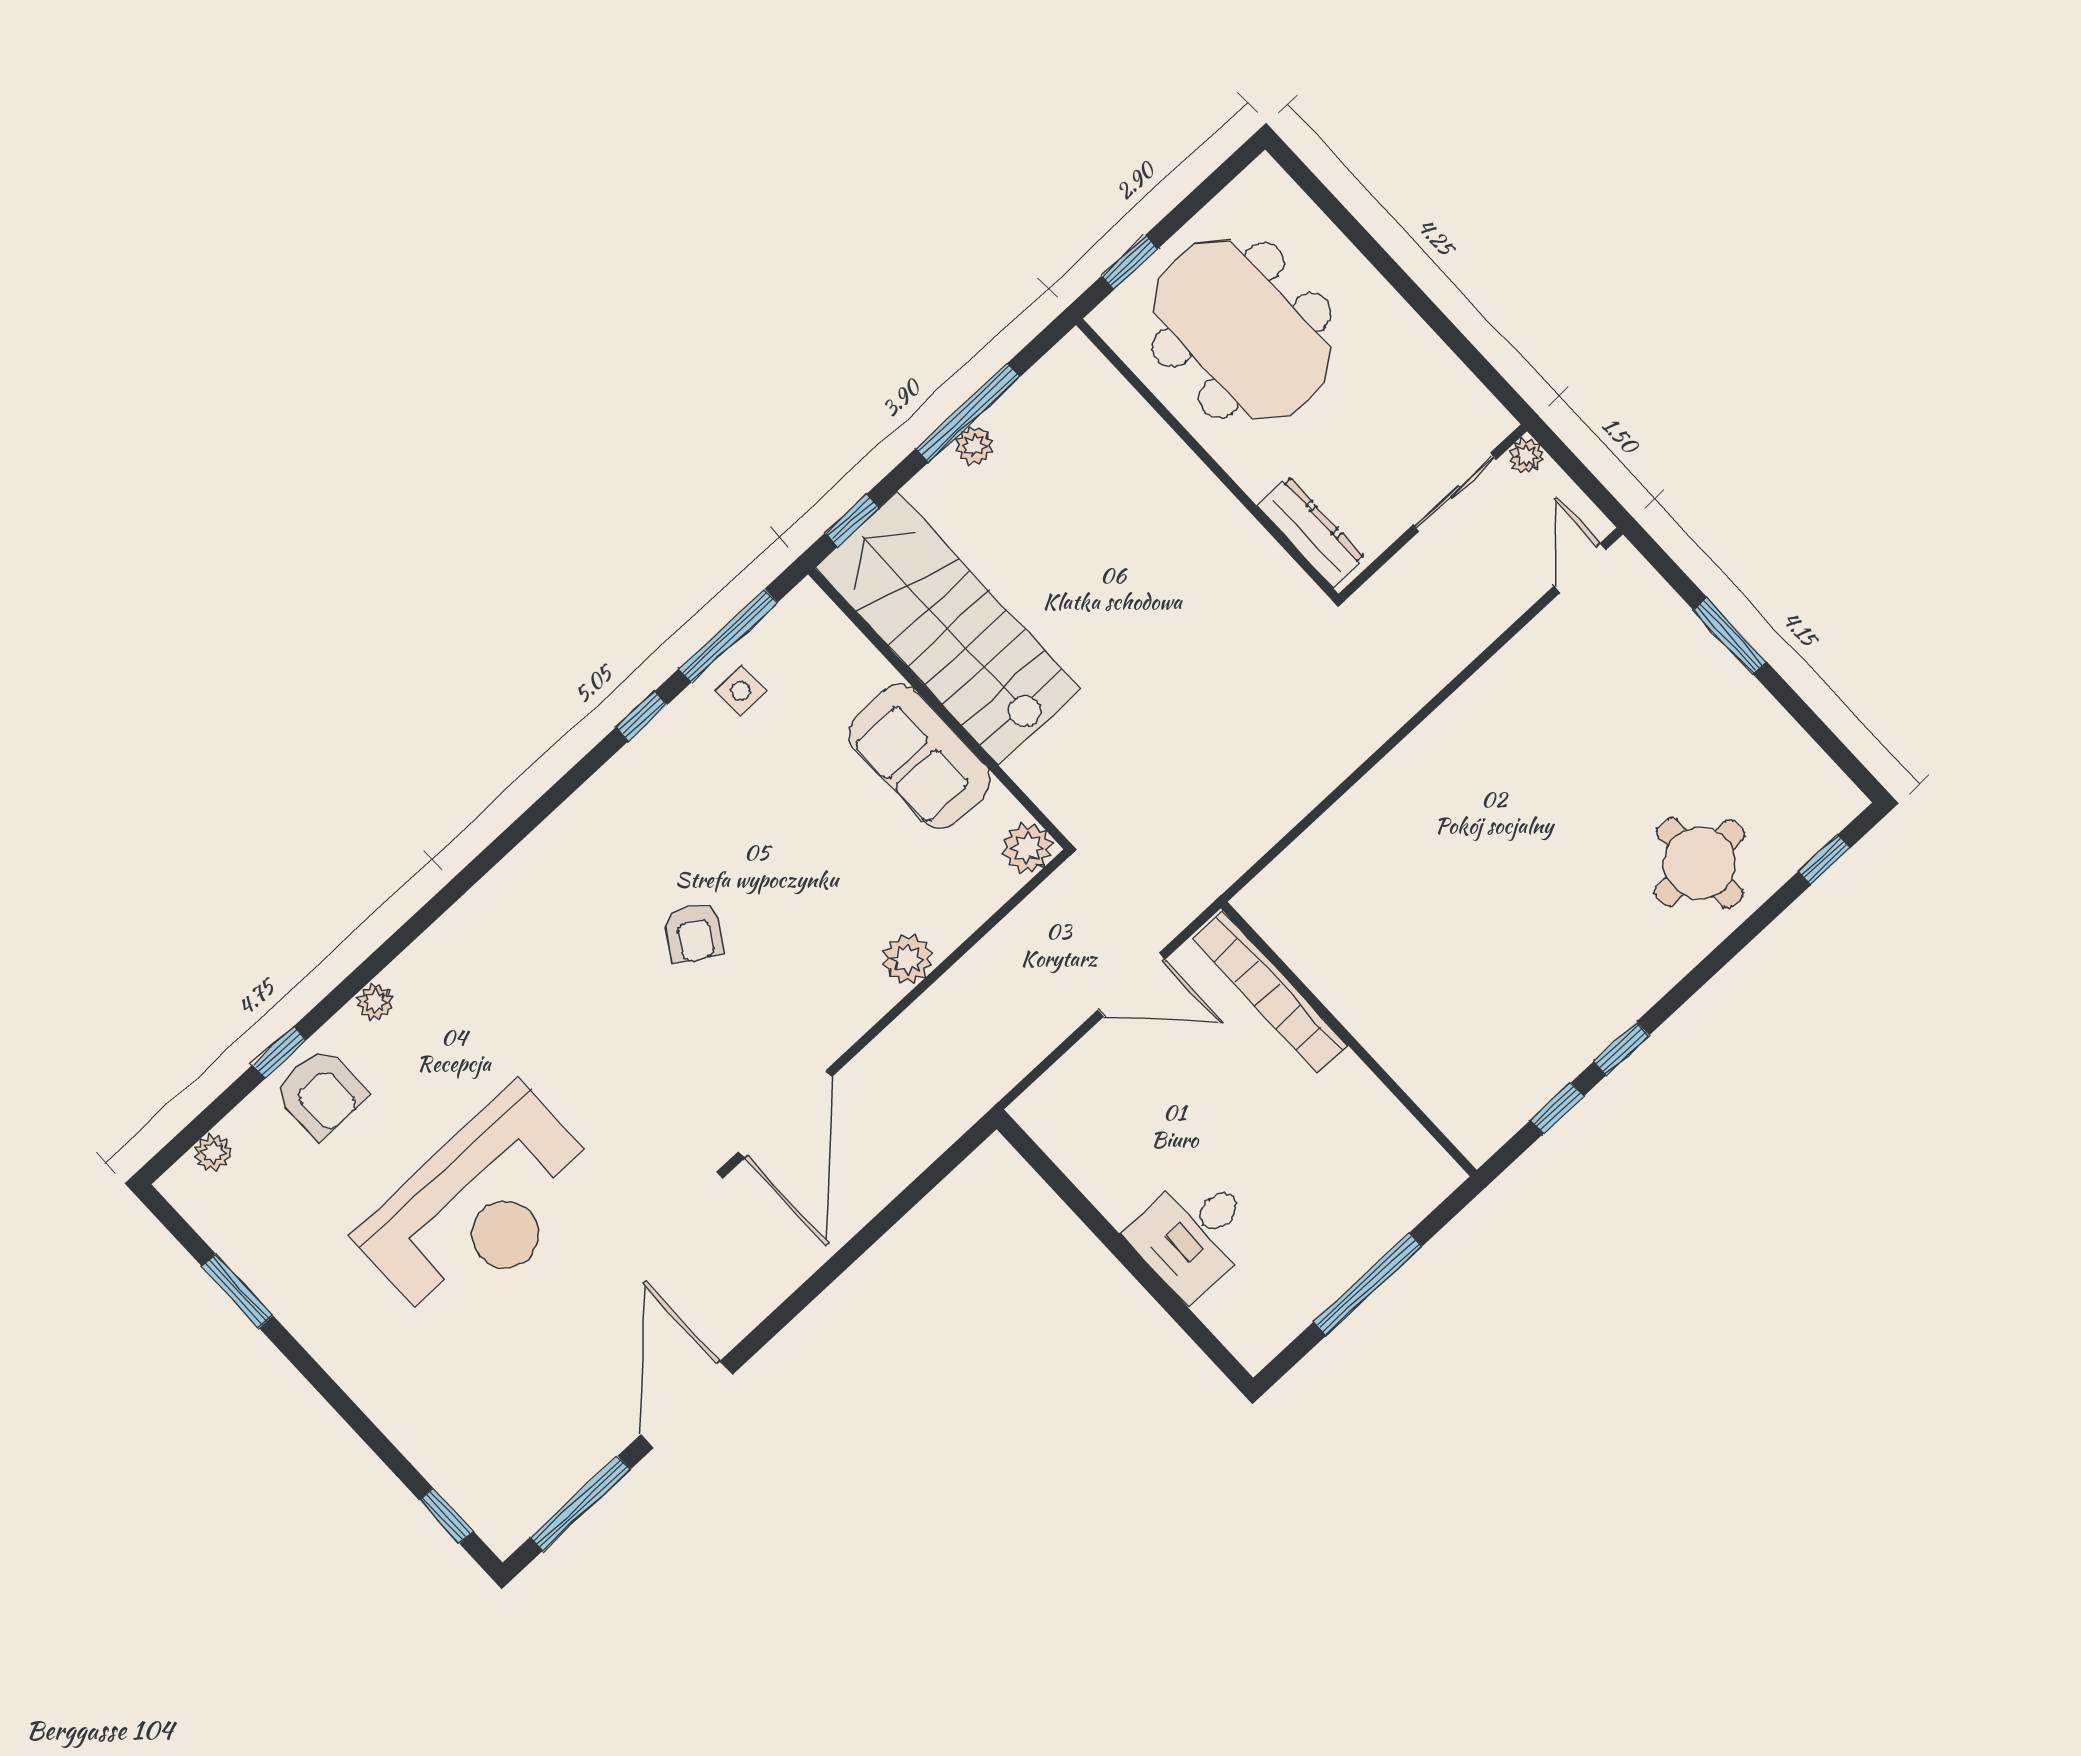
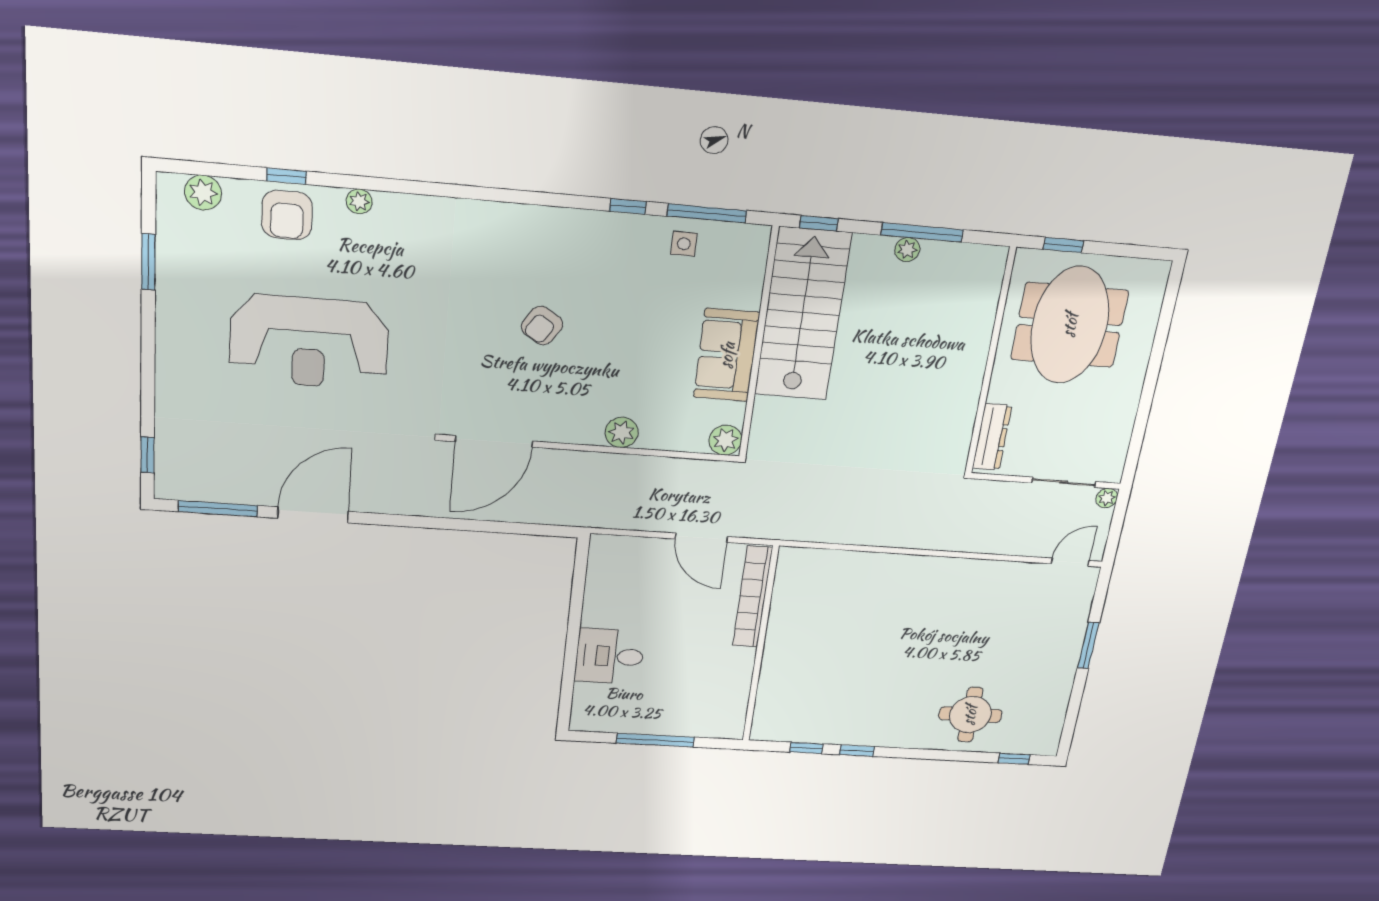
plant: (213, 1153) -> (203, 193), width x1.38, depth x1.38

